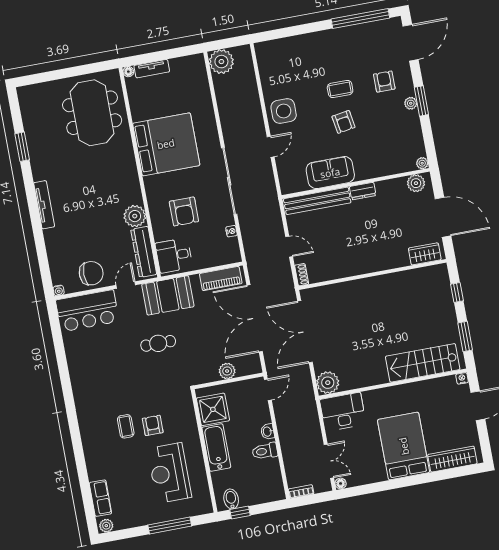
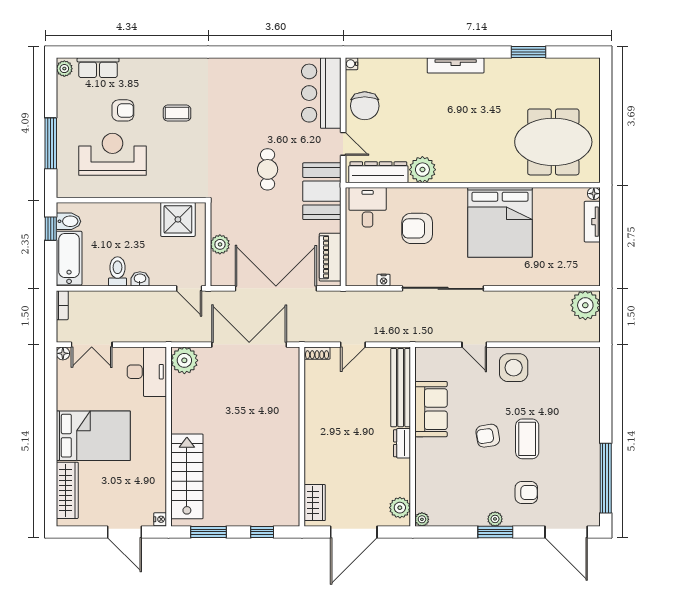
coffee table: (340, 89) -> (527, 439), width x1.36, depth x1.30
armchair: (153, 425) -> (123, 110), moved
bathtub: (216, 448) -> (69, 258), moved, turned -90

